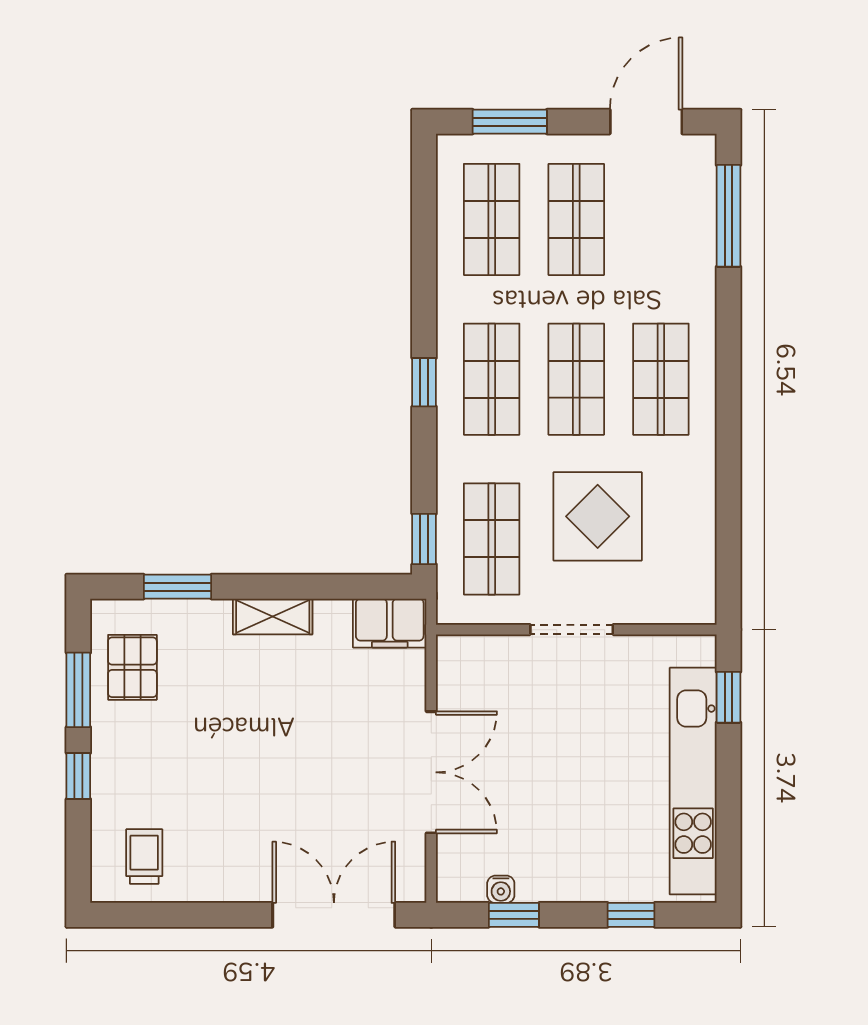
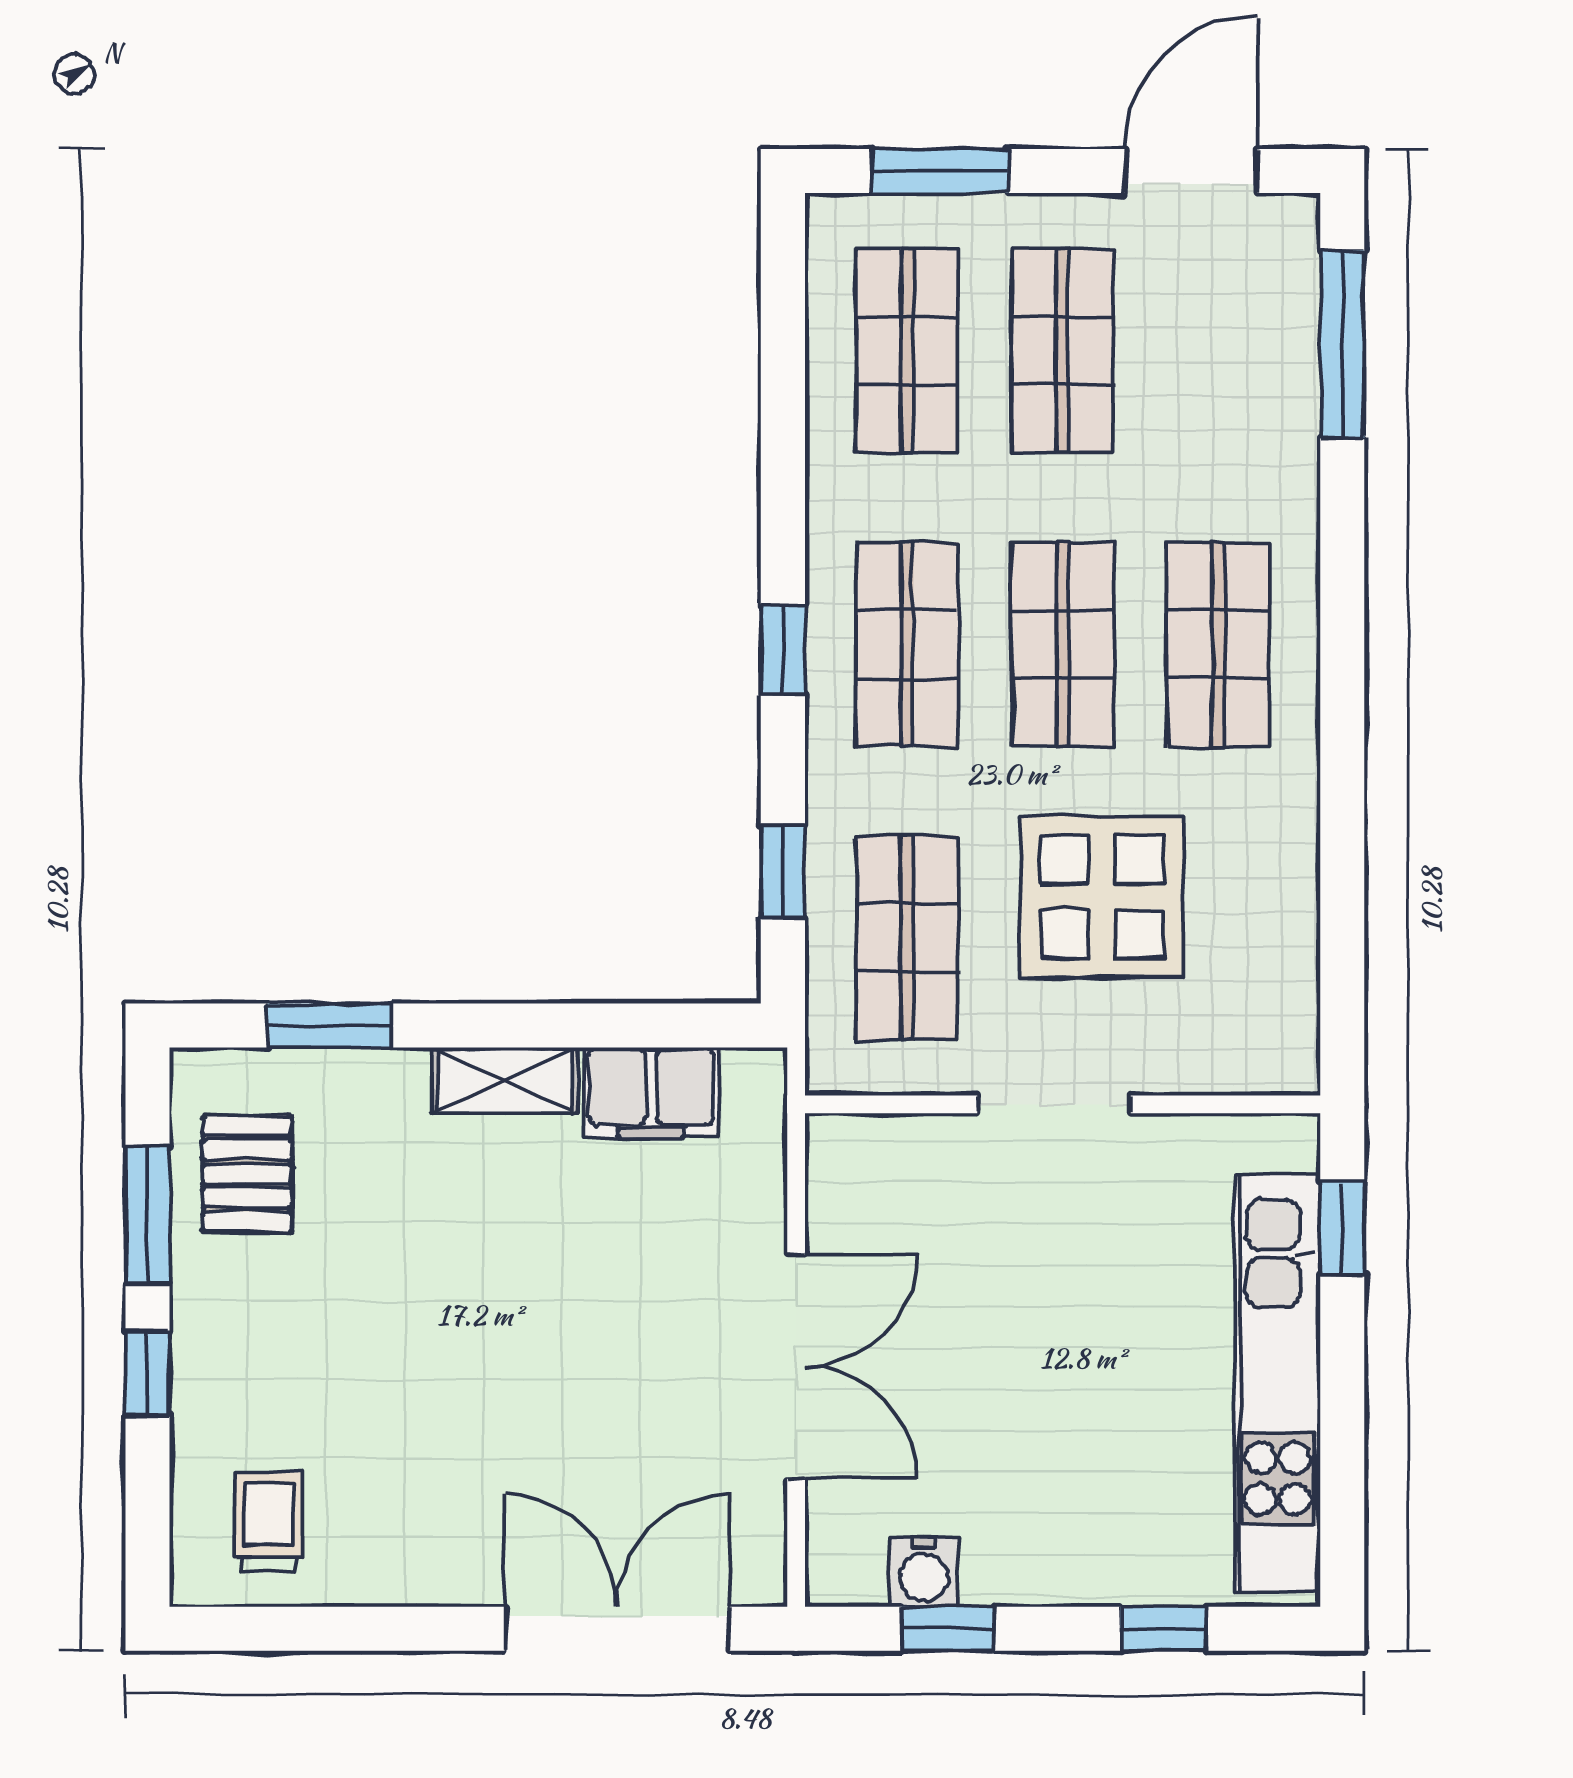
window: (424, 539) -> (783, 872), moved
filing cabinet: (390, 623) -> (651, 1092), moved
water cooler: (501, 889) -> (924, 1572), width x1.38, depth x1.38

